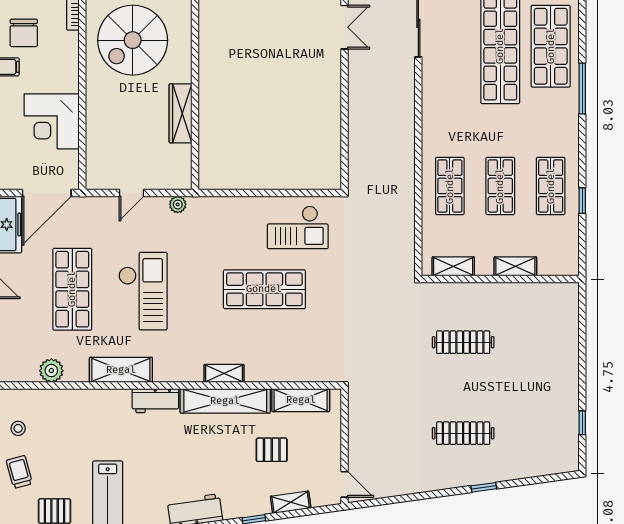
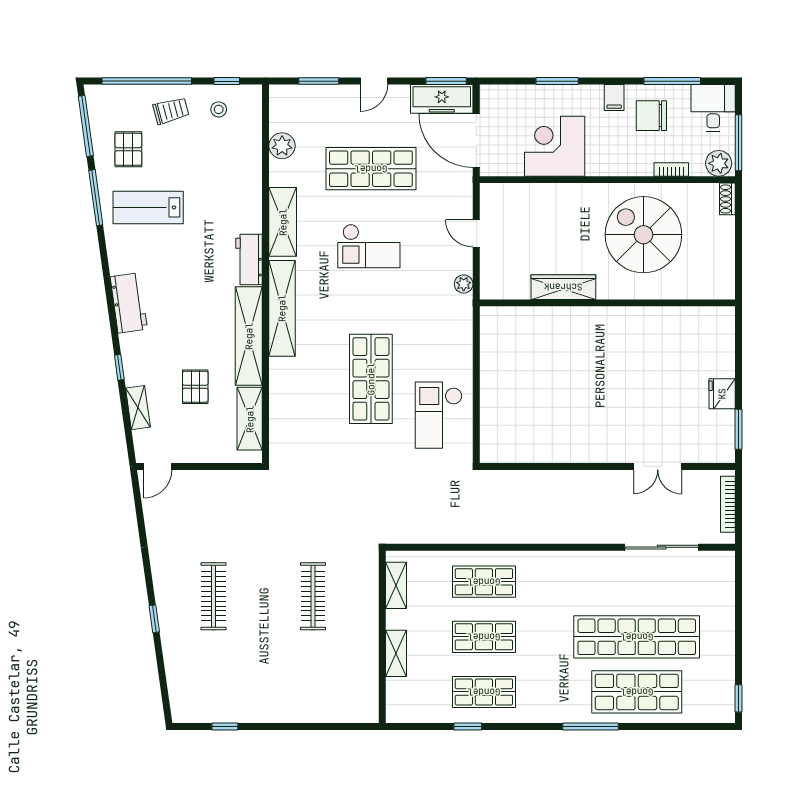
checkout: (143, 291) -> (369, 246), width x0.73, depth x0.83
shelving: (224, 373) -> (282, 308), width x2.20, depth x1.33

